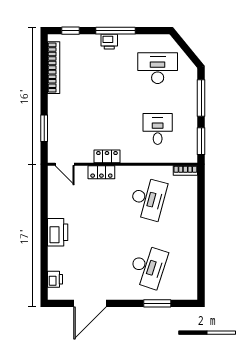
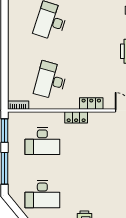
desk: (158, 129) -> (42, 141), width x1.37
locker: (107, 156) -> (76, 117), moved

